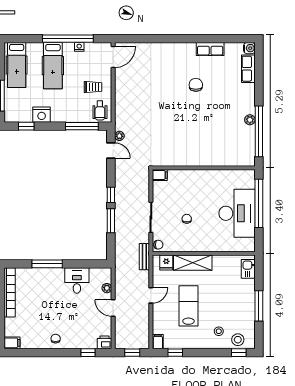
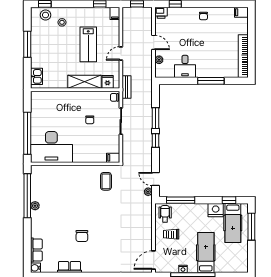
hospital bed: (17, 65) -> (233, 223), moved, turned 180
coffee table: (168, 148) -> (106, 181), added
desk: (237, 213) -> (51, 147), moved, turned -90

